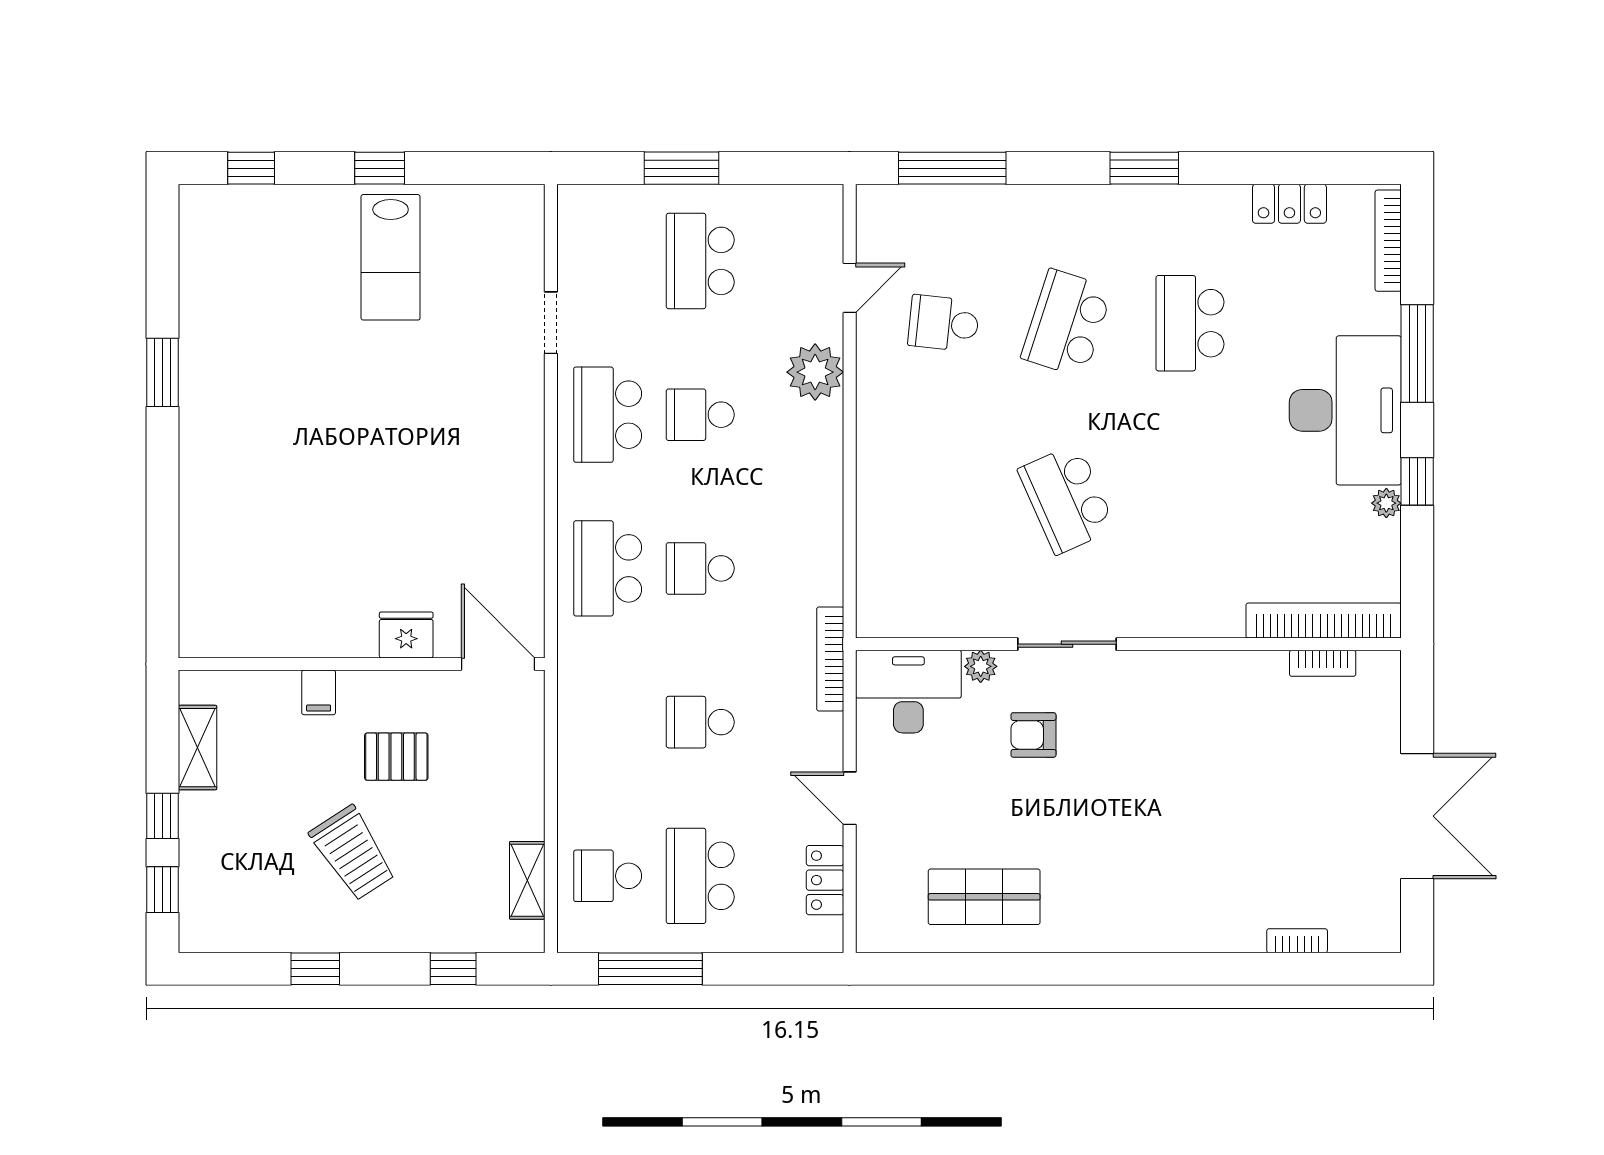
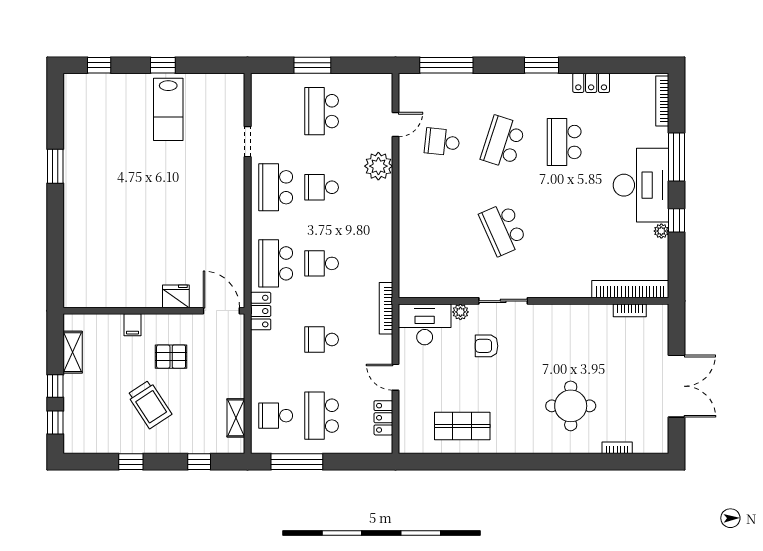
locker: (1289, 204) -> (591, 83), moved
locker: (577, 665) -> (261, 311), added
round table: (1203, 856) -> (571, 406), added

